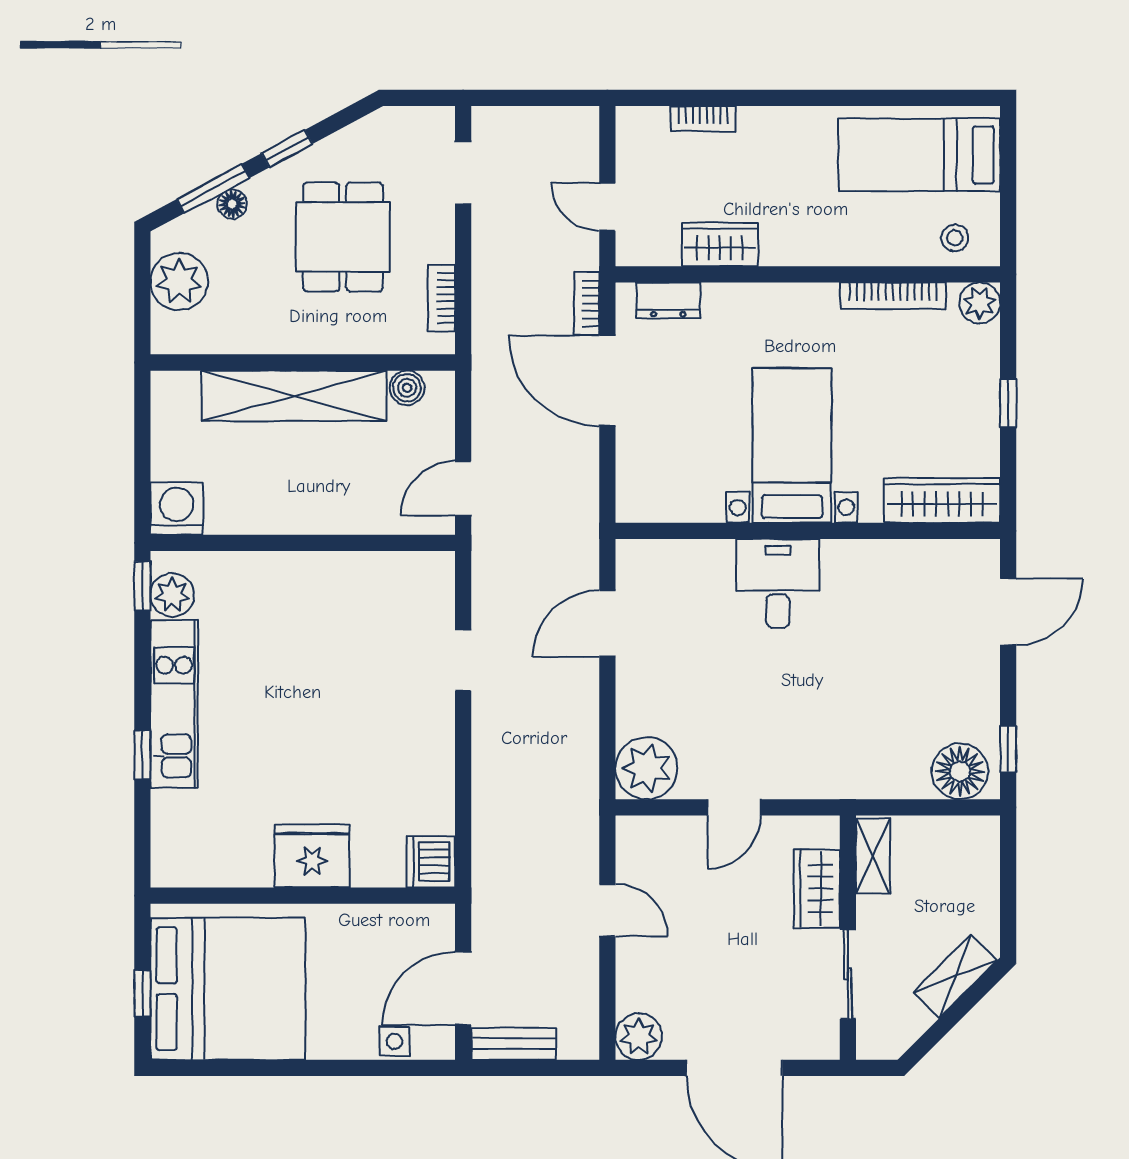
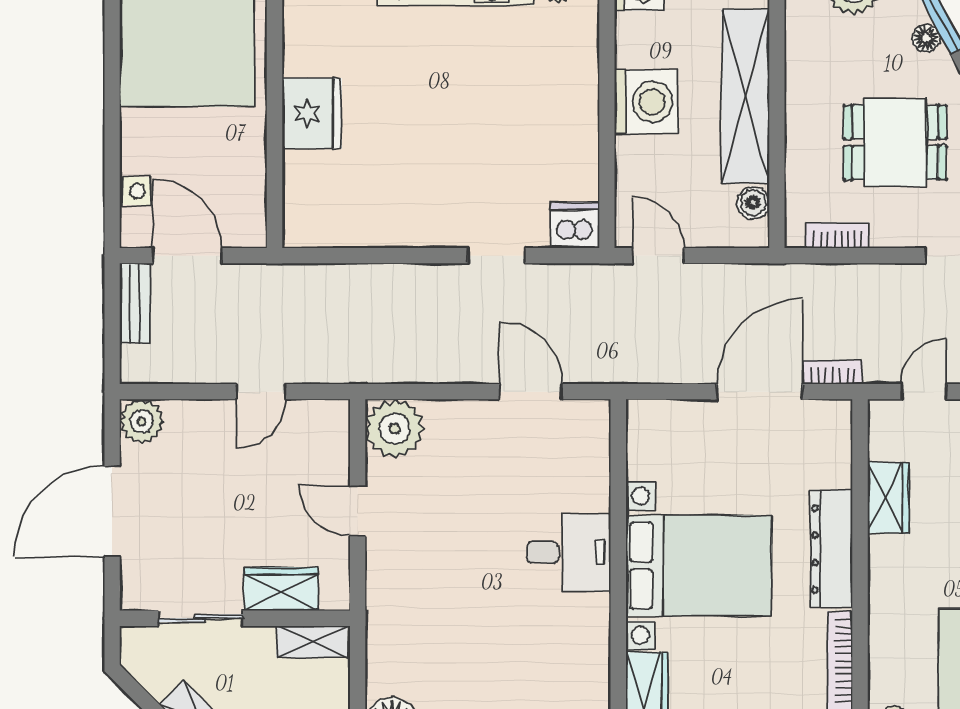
dresser: (668, 300) -> (831, 549), moved, width x1.96, depth x1.24
bed with nightstands: (792, 446) -> (699, 566), width x1.36
washing machine: (300, 501) -> (646, 102), added
dishwasher: (431, 862) -> (575, 225), moved

